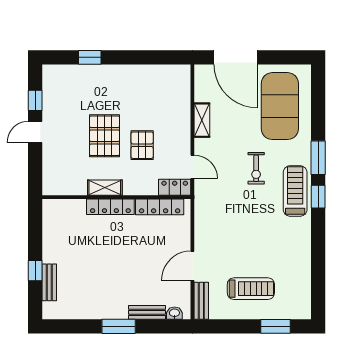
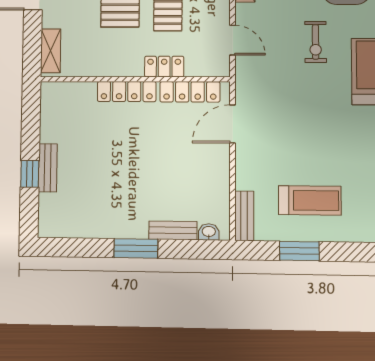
locker: (175, 187) -> (164, 67), moved
shelving: (105, 188) -> (51, 51), moved, turned 90
door: (192, 266) -> (232, 124), moved
bench: (49, 282) -> (48, 168), moved
window: (276, 326) -> (299, 251), moved

